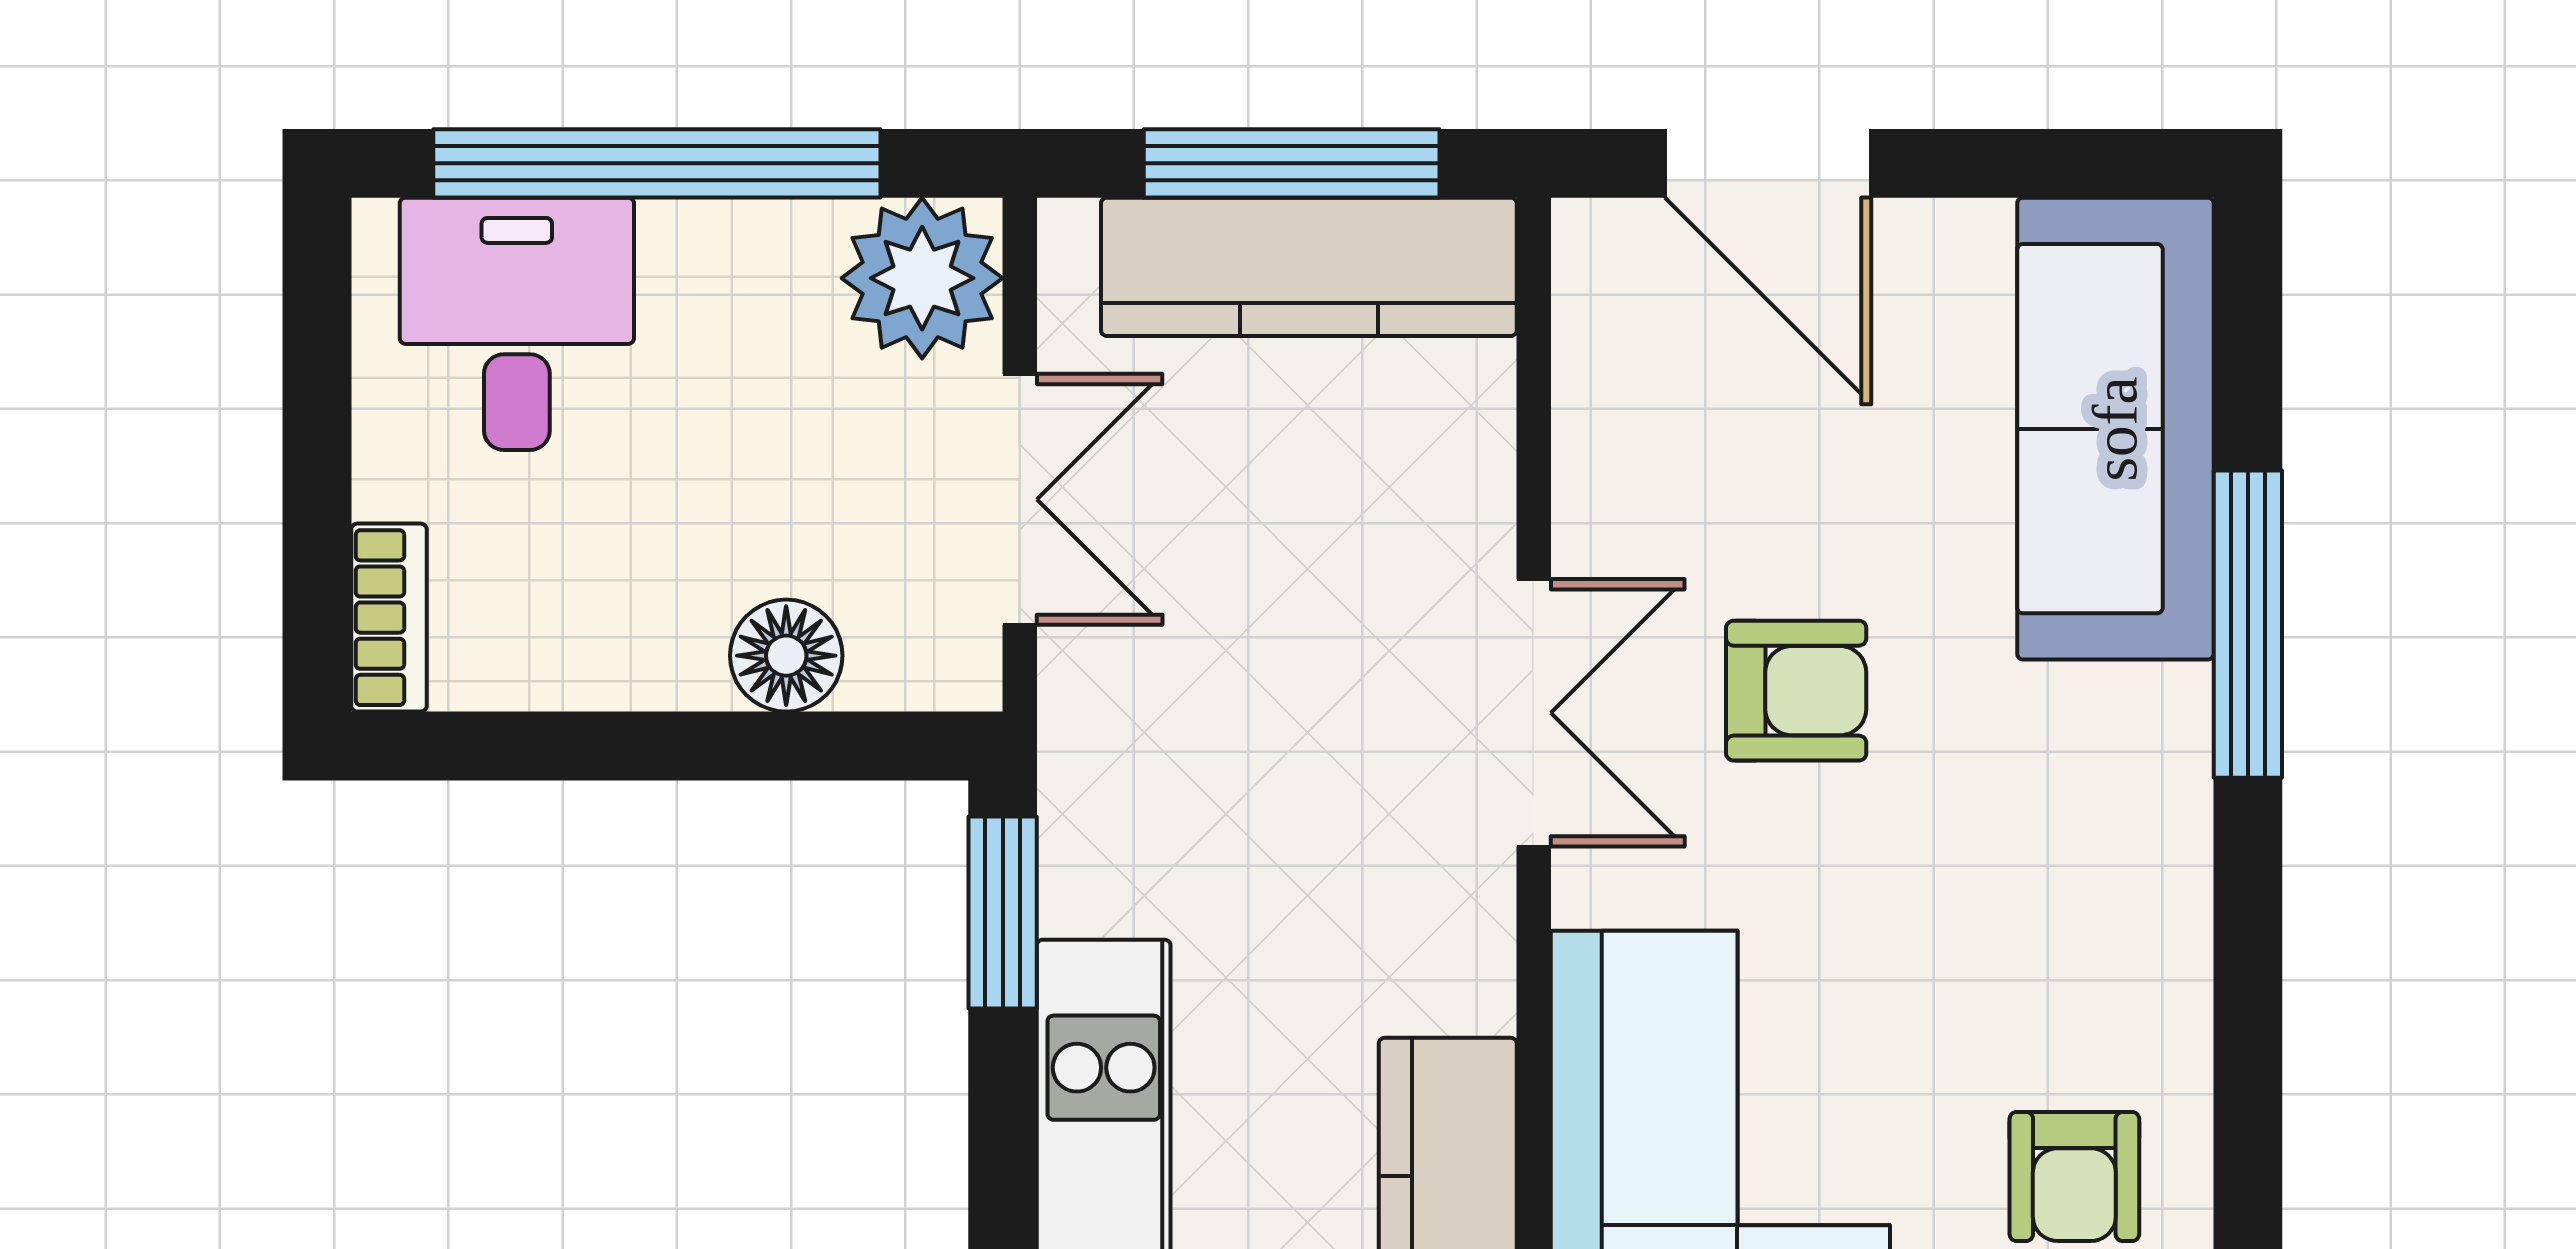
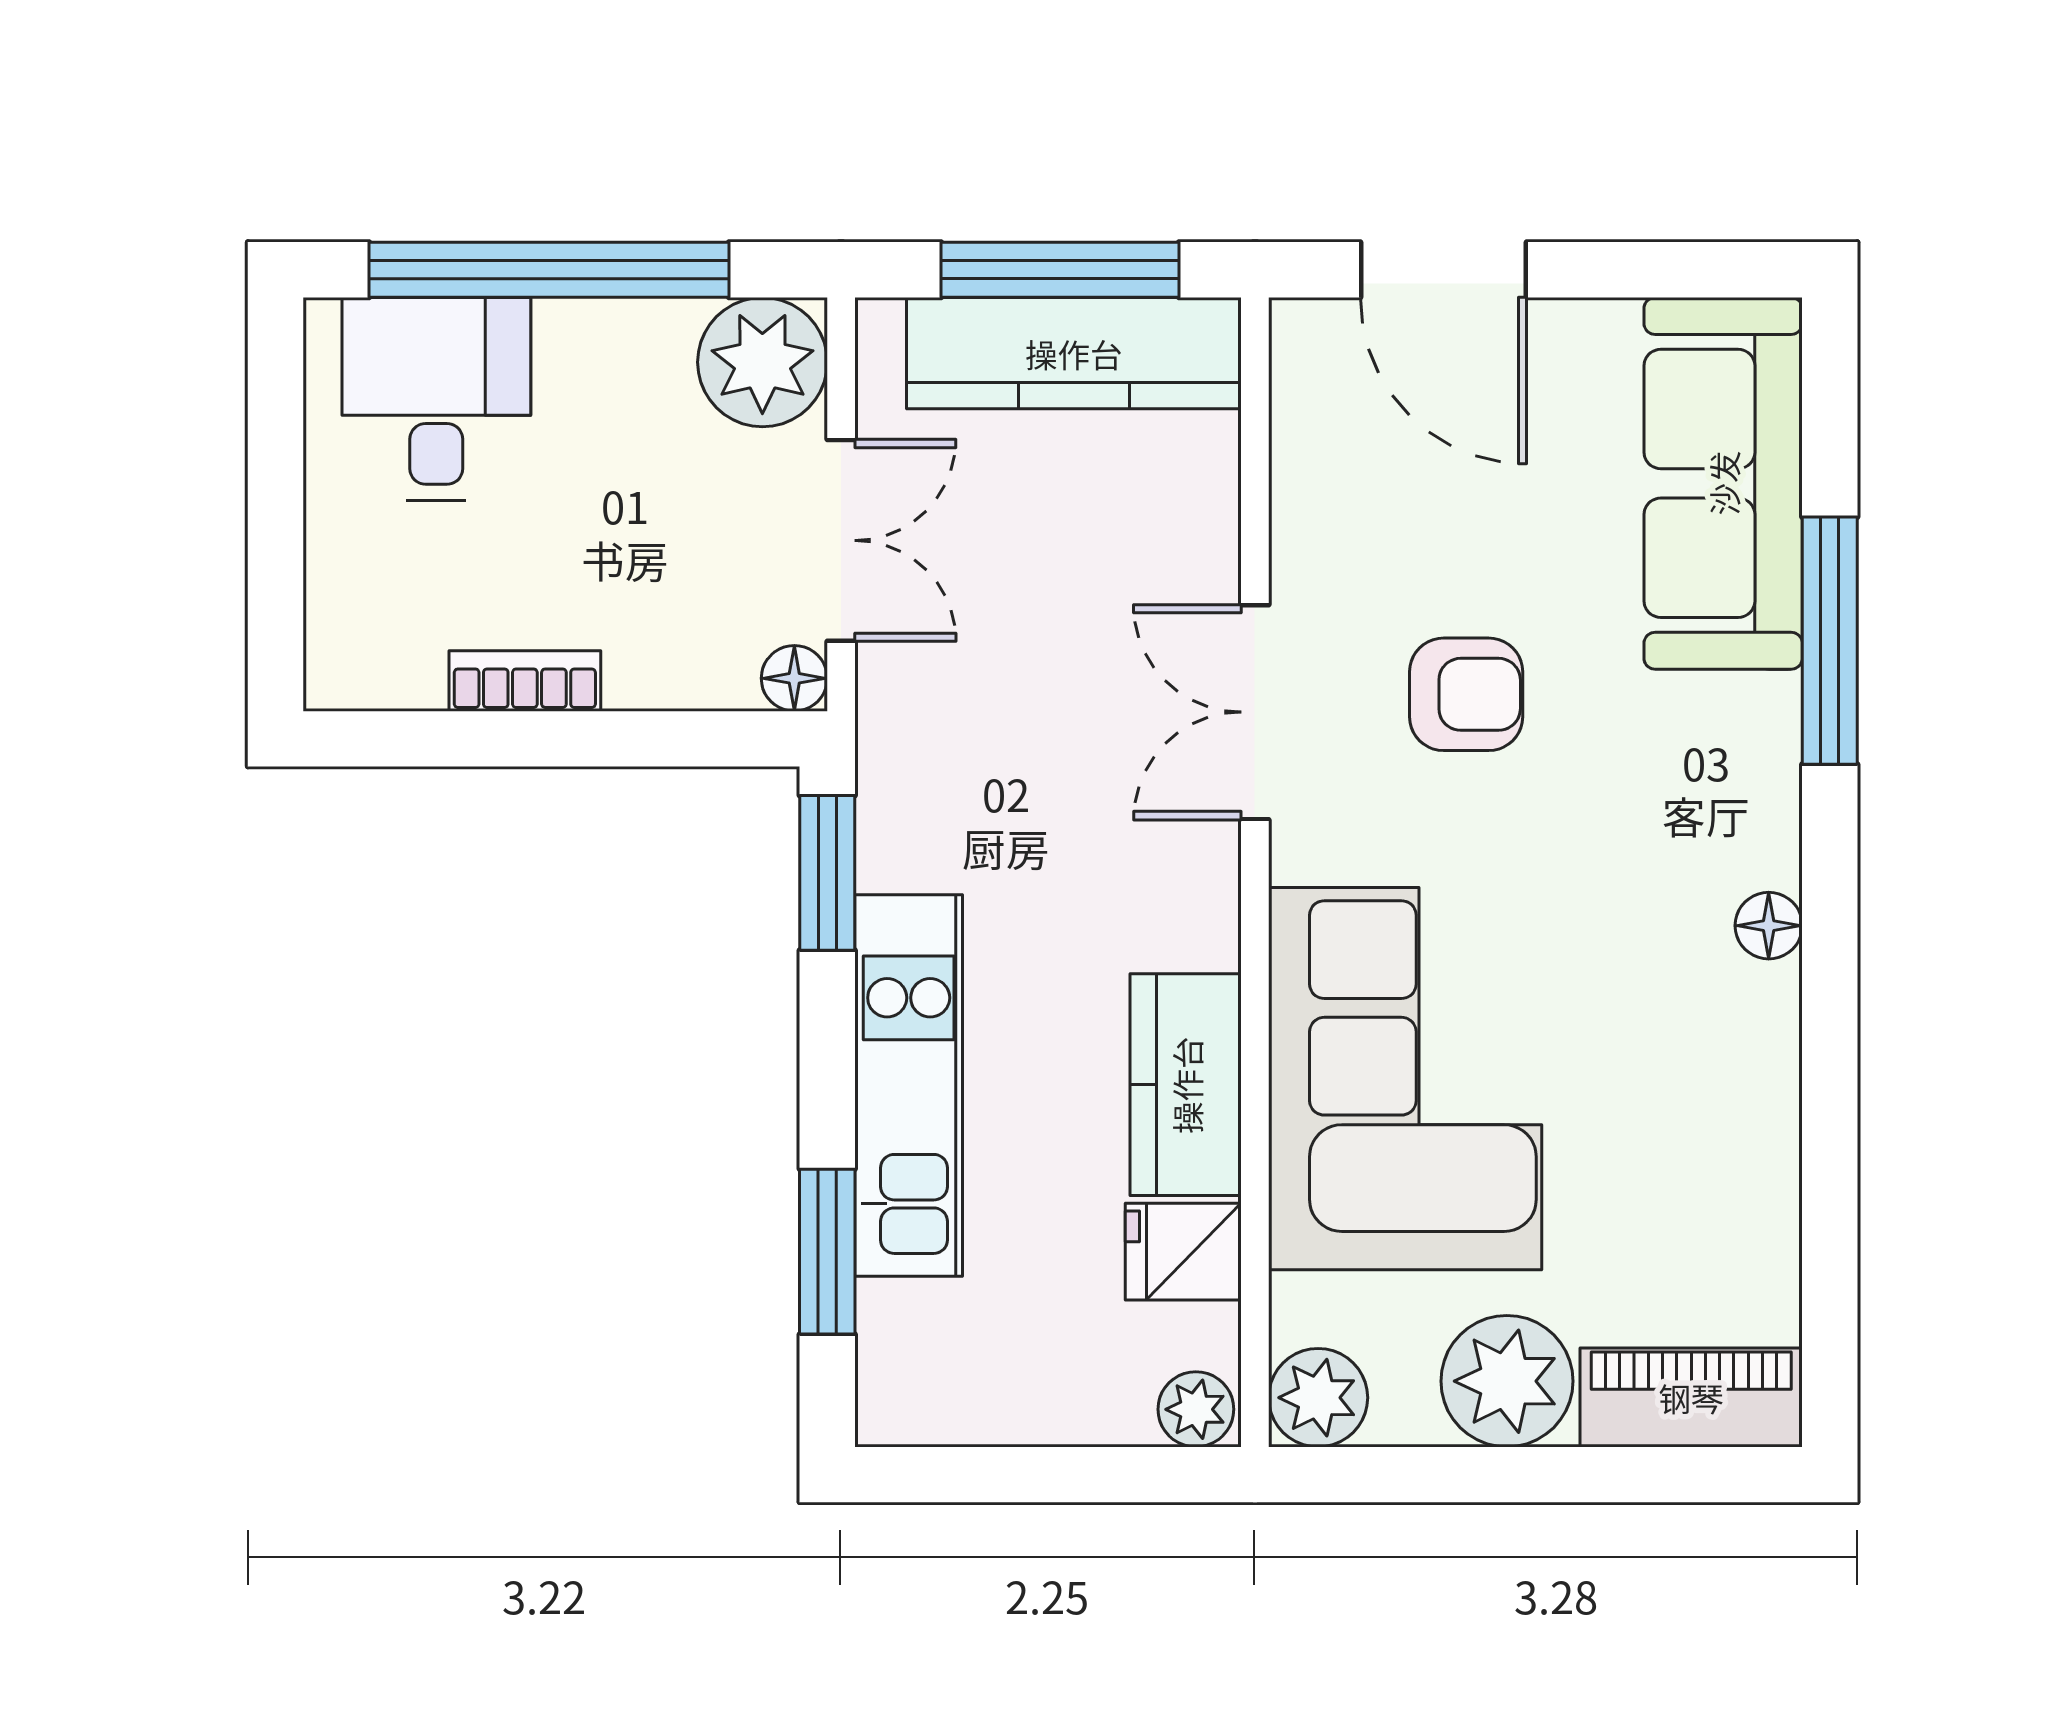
bookcase: (389, 618) -> (525, 681), moved, turned -90
floor lamp: (786, 656) -> (794, 678), moved, width x0.73, depth x0.73
double door: (1534, 713) -> (1255, 712), swing flipped
floor lamp: (2172, 978) -> (1769, 926), added
armchair: (2074, 1177) -> (1690, 1085), removed

